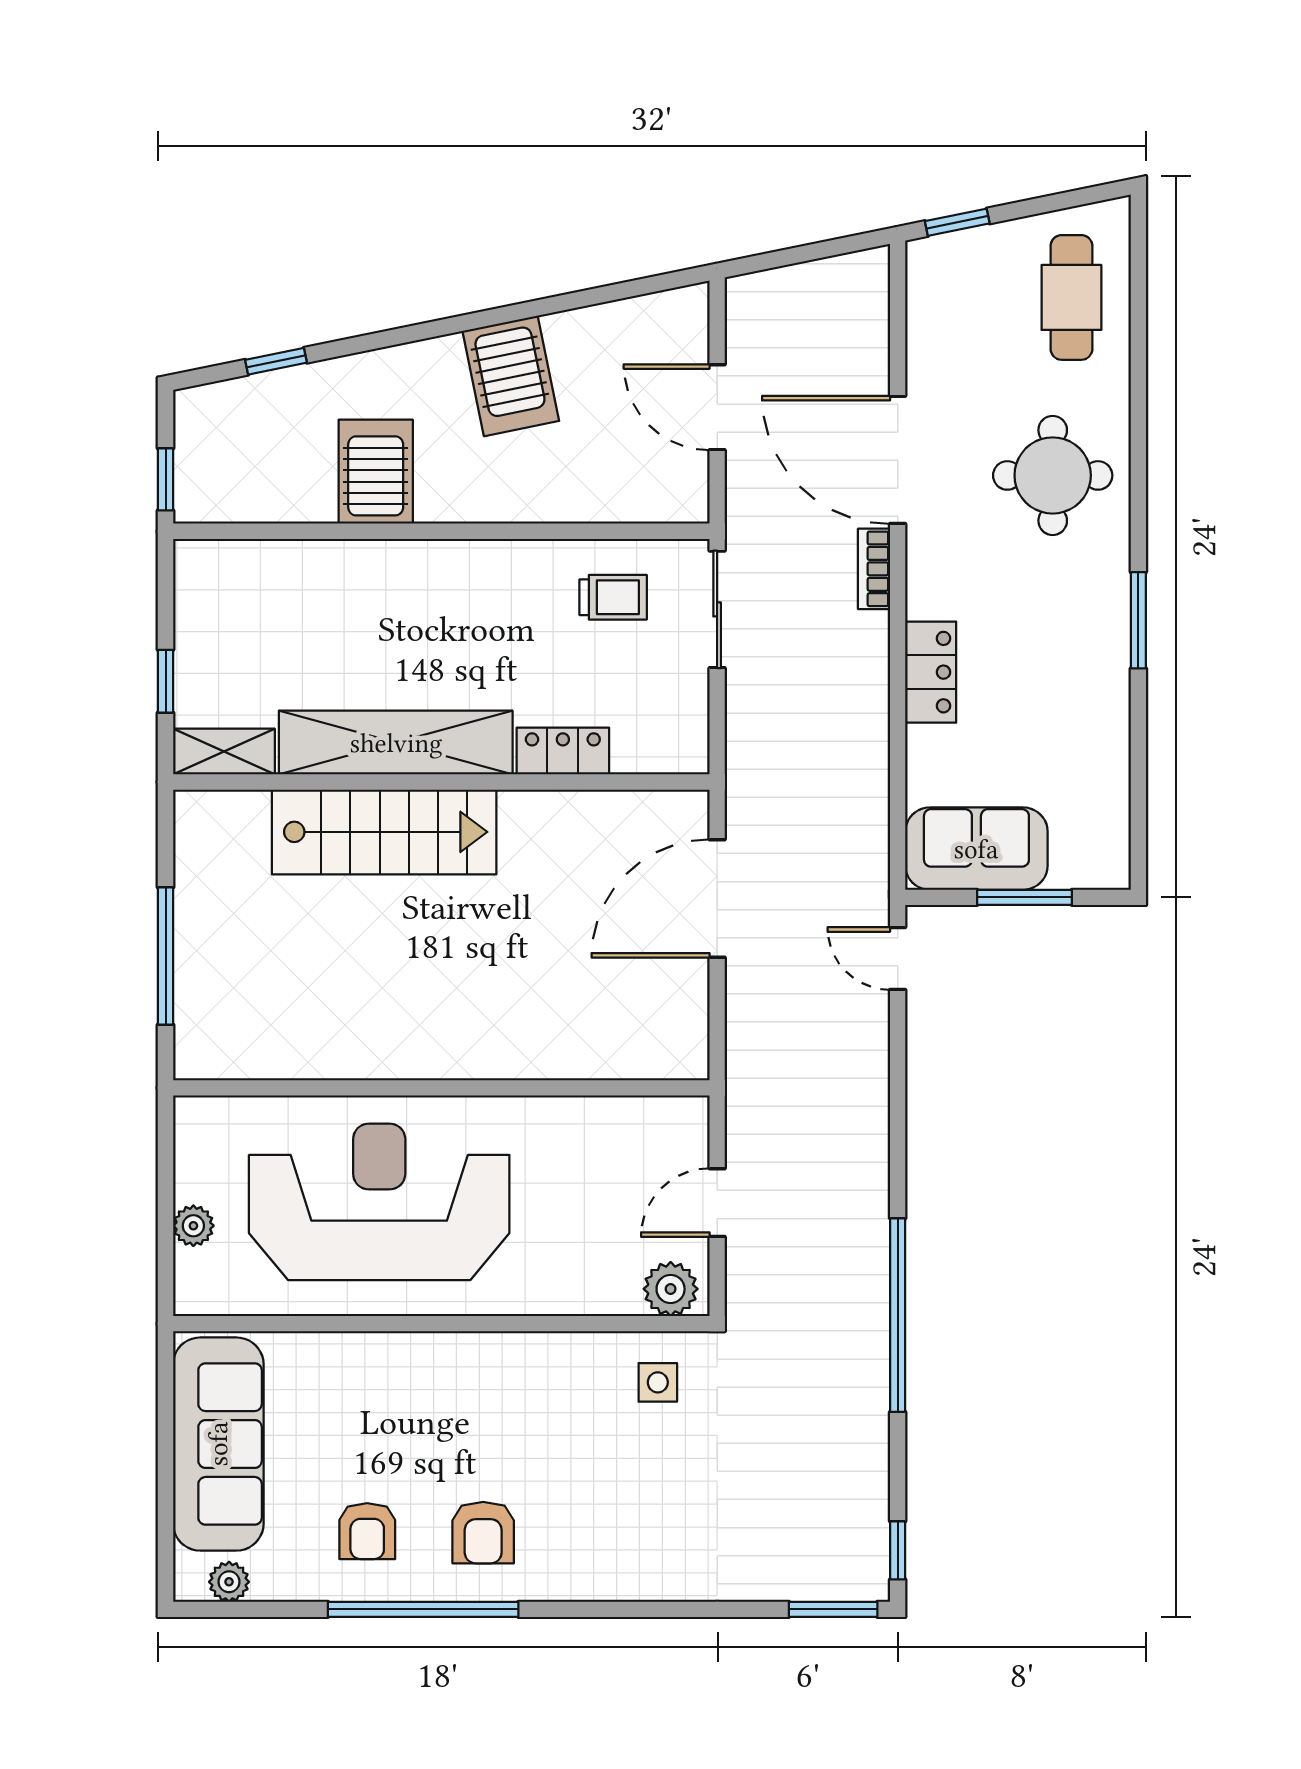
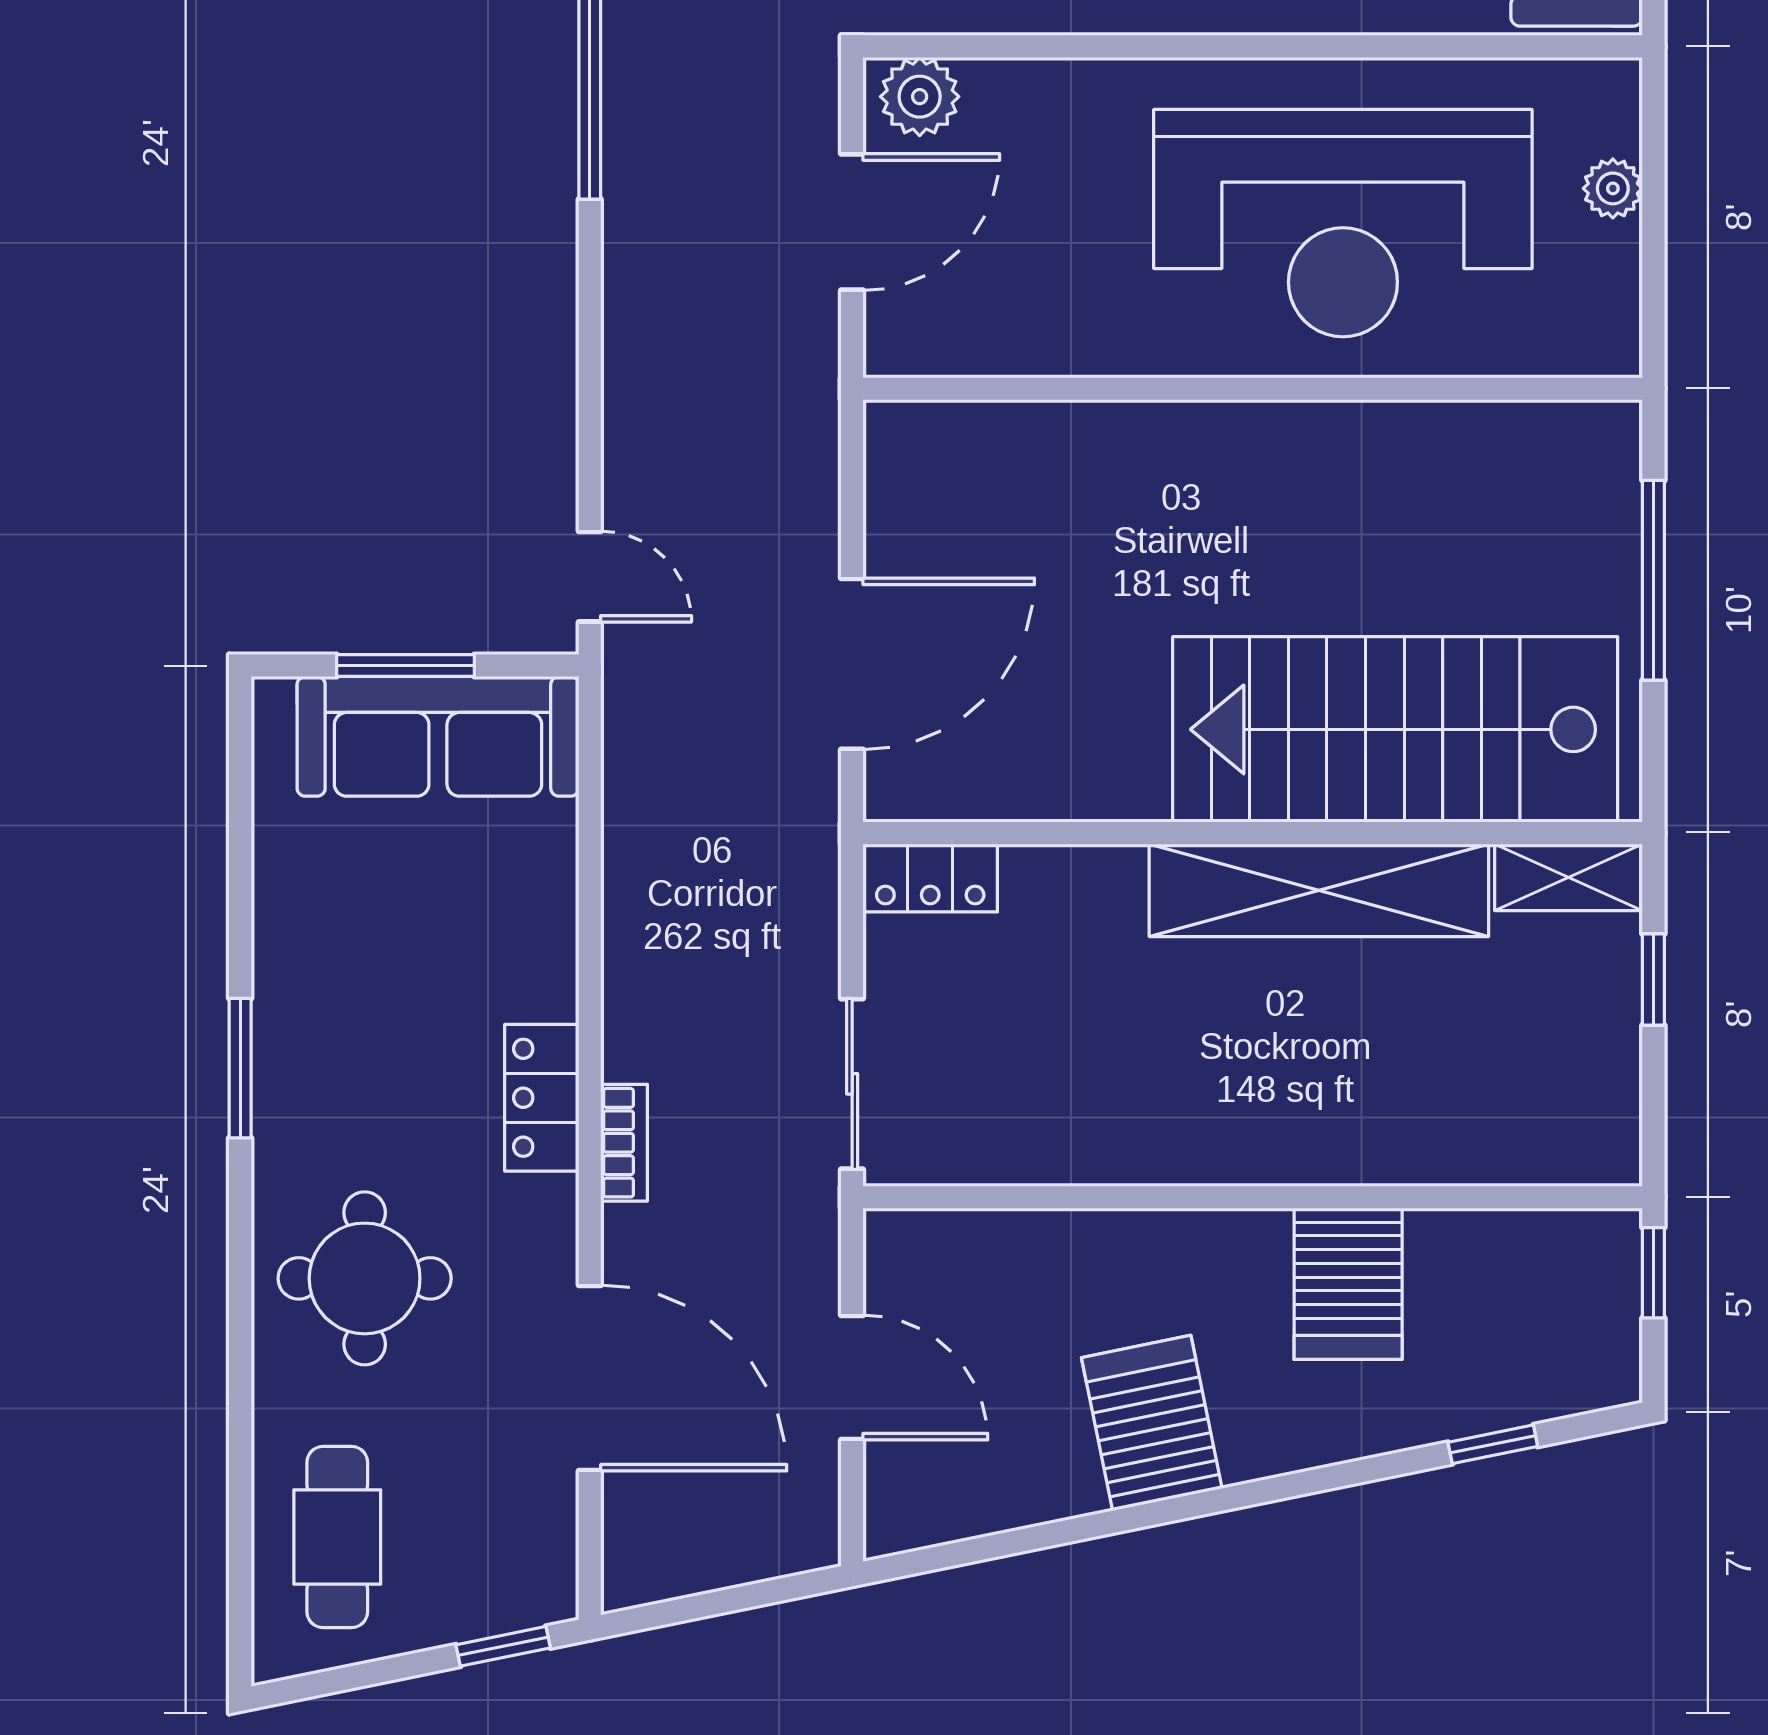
door: (898, 460) -> (590, 1378), moved
trolley: (613, 597) -> (1003, 1101), removed
locker: (931, 672) -> (542, 1098), moved
locker: (563, 751) -> (930, 878), moved
stairs: (384, 832) -> (1395, 729), width x1.36, depth x1.51
sofa: (976, 849) -> (438, 736), width x1.36
door: (717, 1203) -> (852, 222), width x1.38

